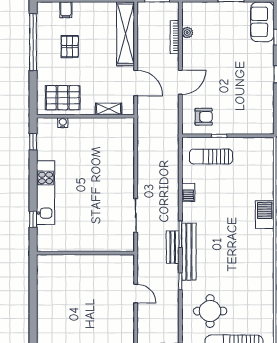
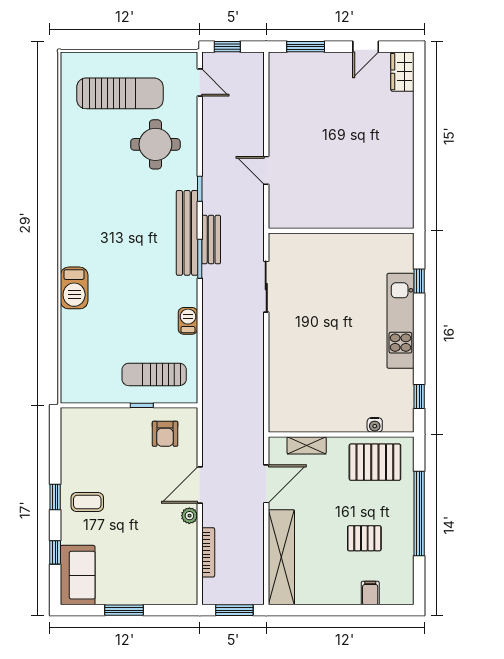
plant: (187, 32) -> (189, 516), moved
window: (33, 42) -> (419, 514), moved
pallet: (70, 47) -> (364, 538), turned 90
coffee table: (256, 71) -> (87, 502), added
door: (136, 83) -> (266, 484), swing flipped
armchair: (204, 117) -> (165, 434), turned -90
sun lounger: (211, 157) -> (154, 374), turned 180

